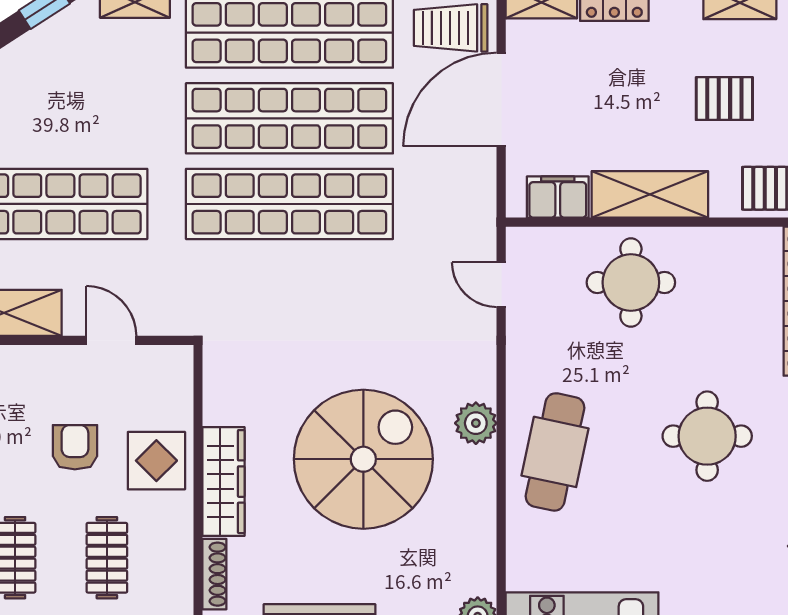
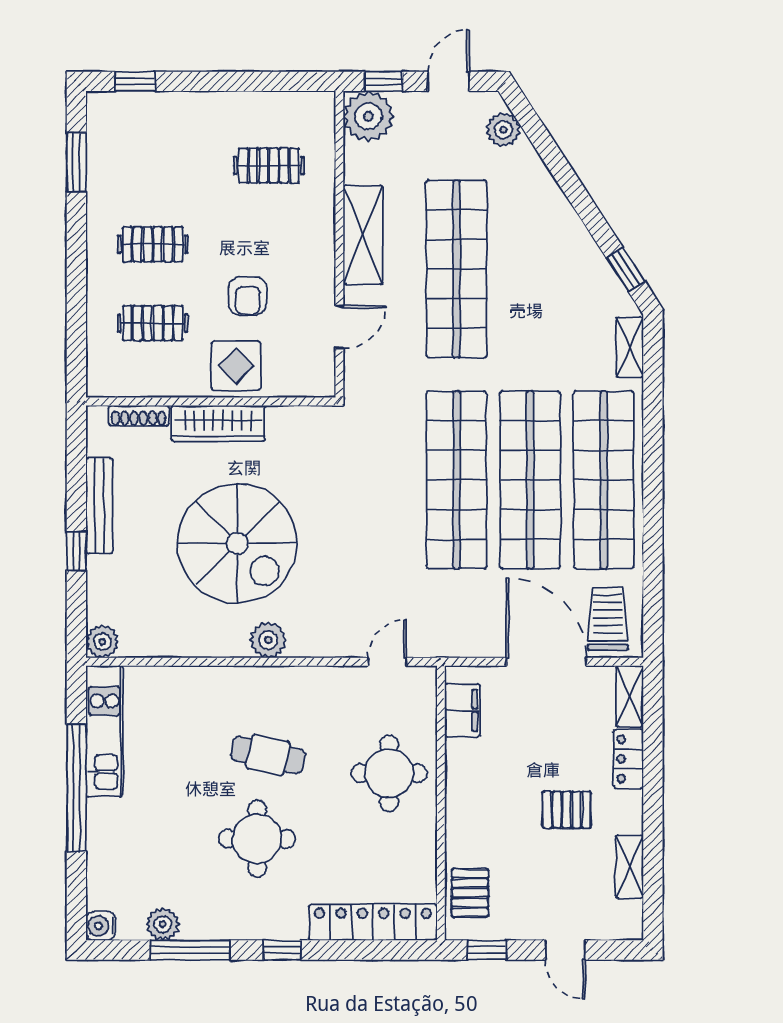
pallet: (724, 99) -> (567, 810), moved, turned 90
shelving: (650, 194) -> (465, 789), removed
armchair: (75, 447) -> (248, 296), turned 90
cafe table: (555, 452) -> (268, 755), moved, width x0.73, depth x0.74

